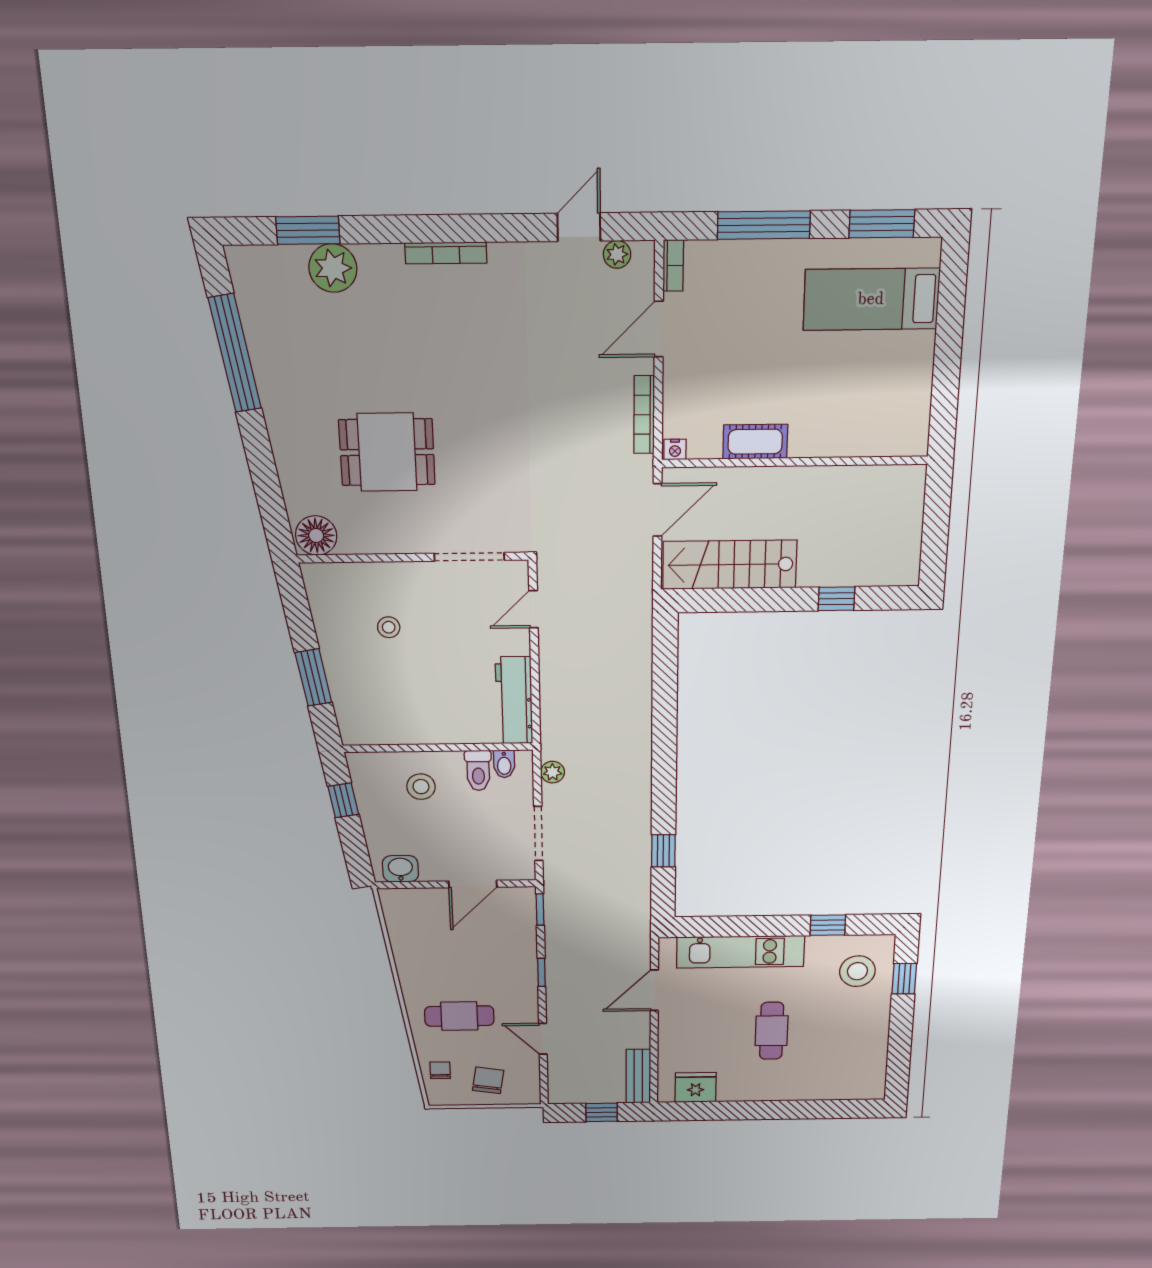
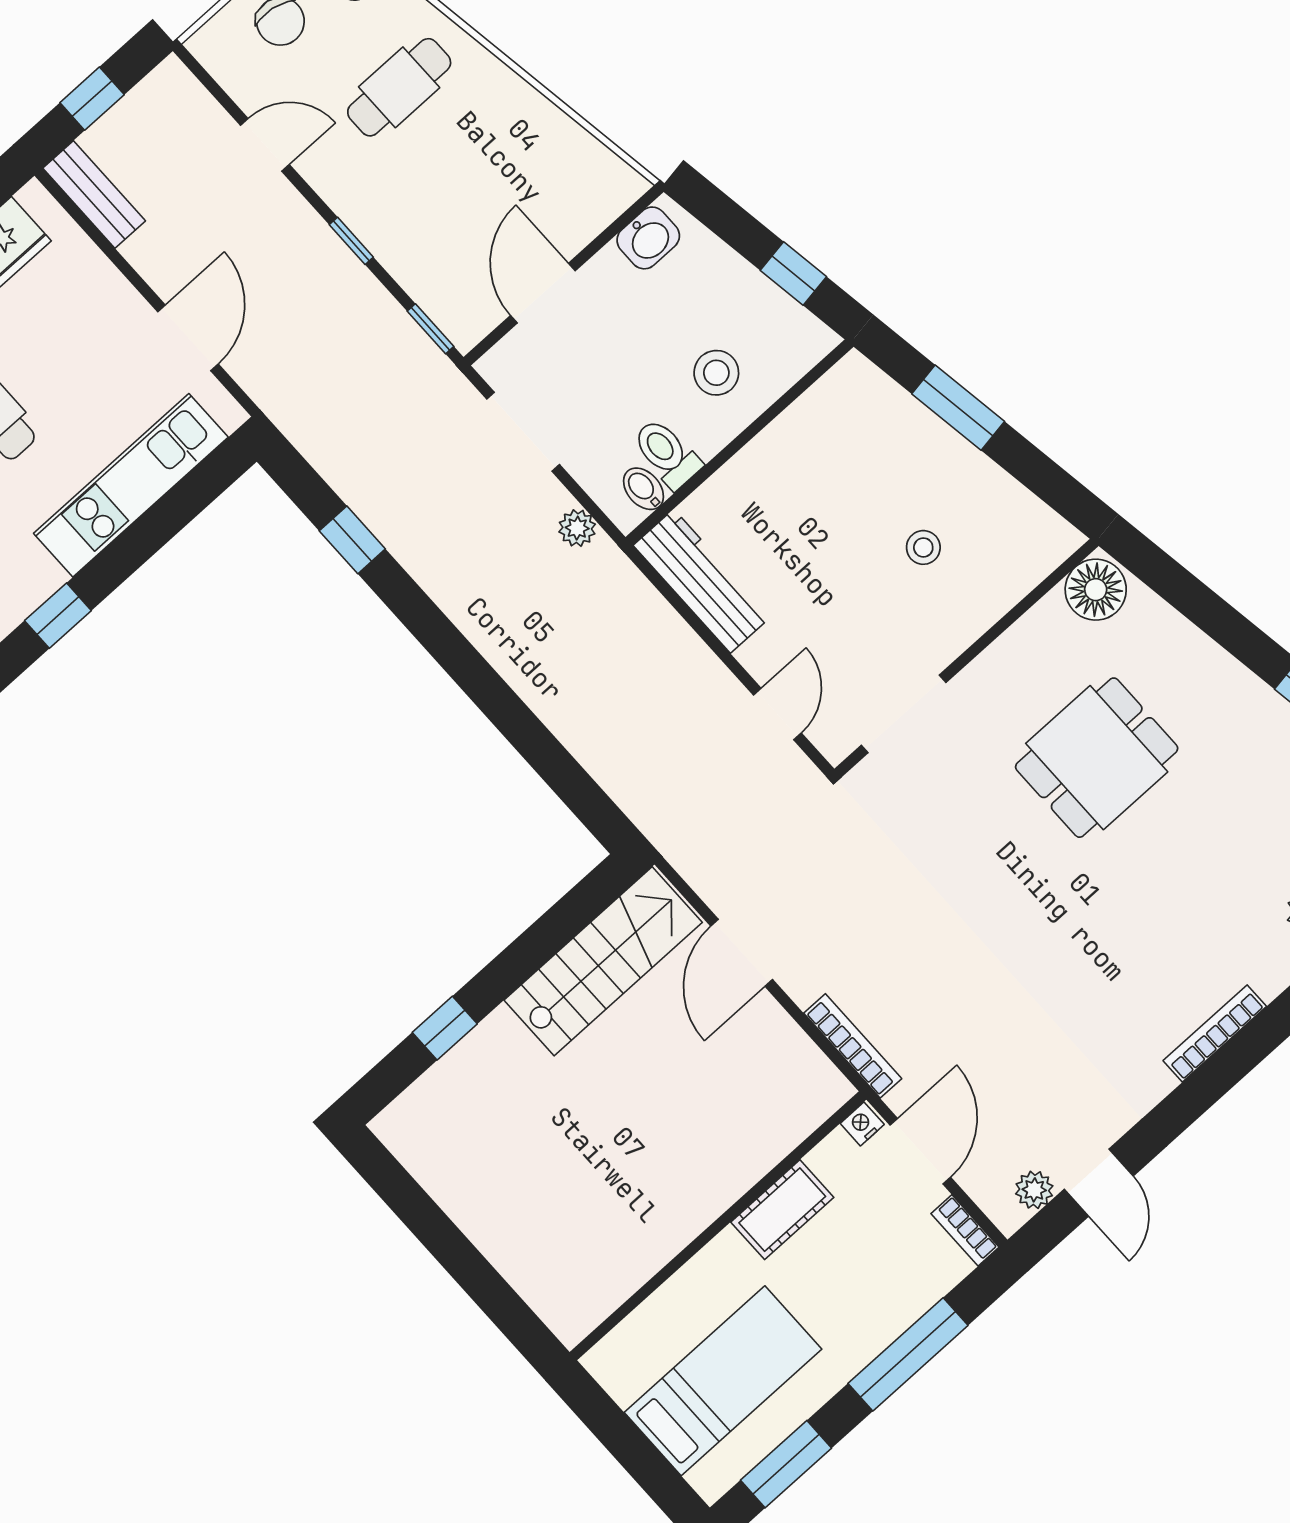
cot: (755, 442) -> (782, 1210), moved
nightstand: (675, 449) -> (862, 1124), moved
wall: (795, 462) -> (718, 1226), moved

